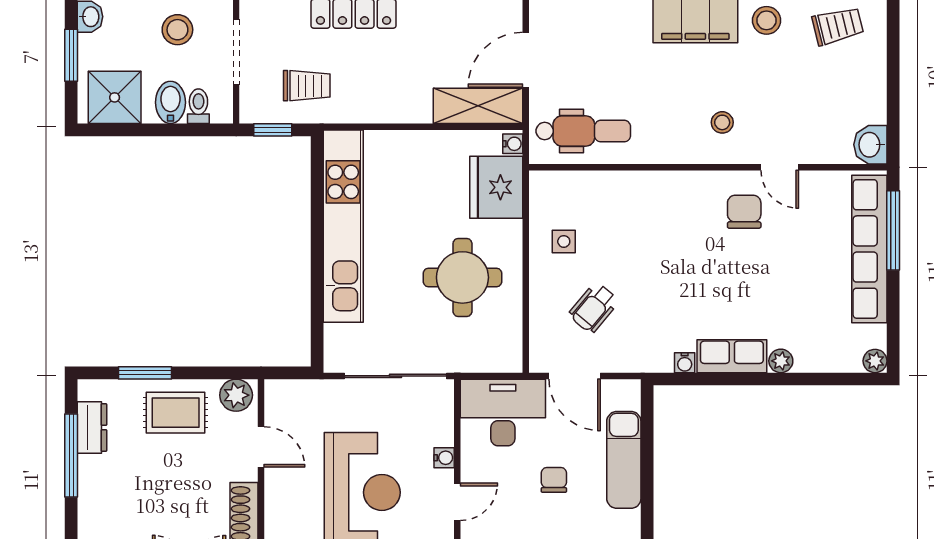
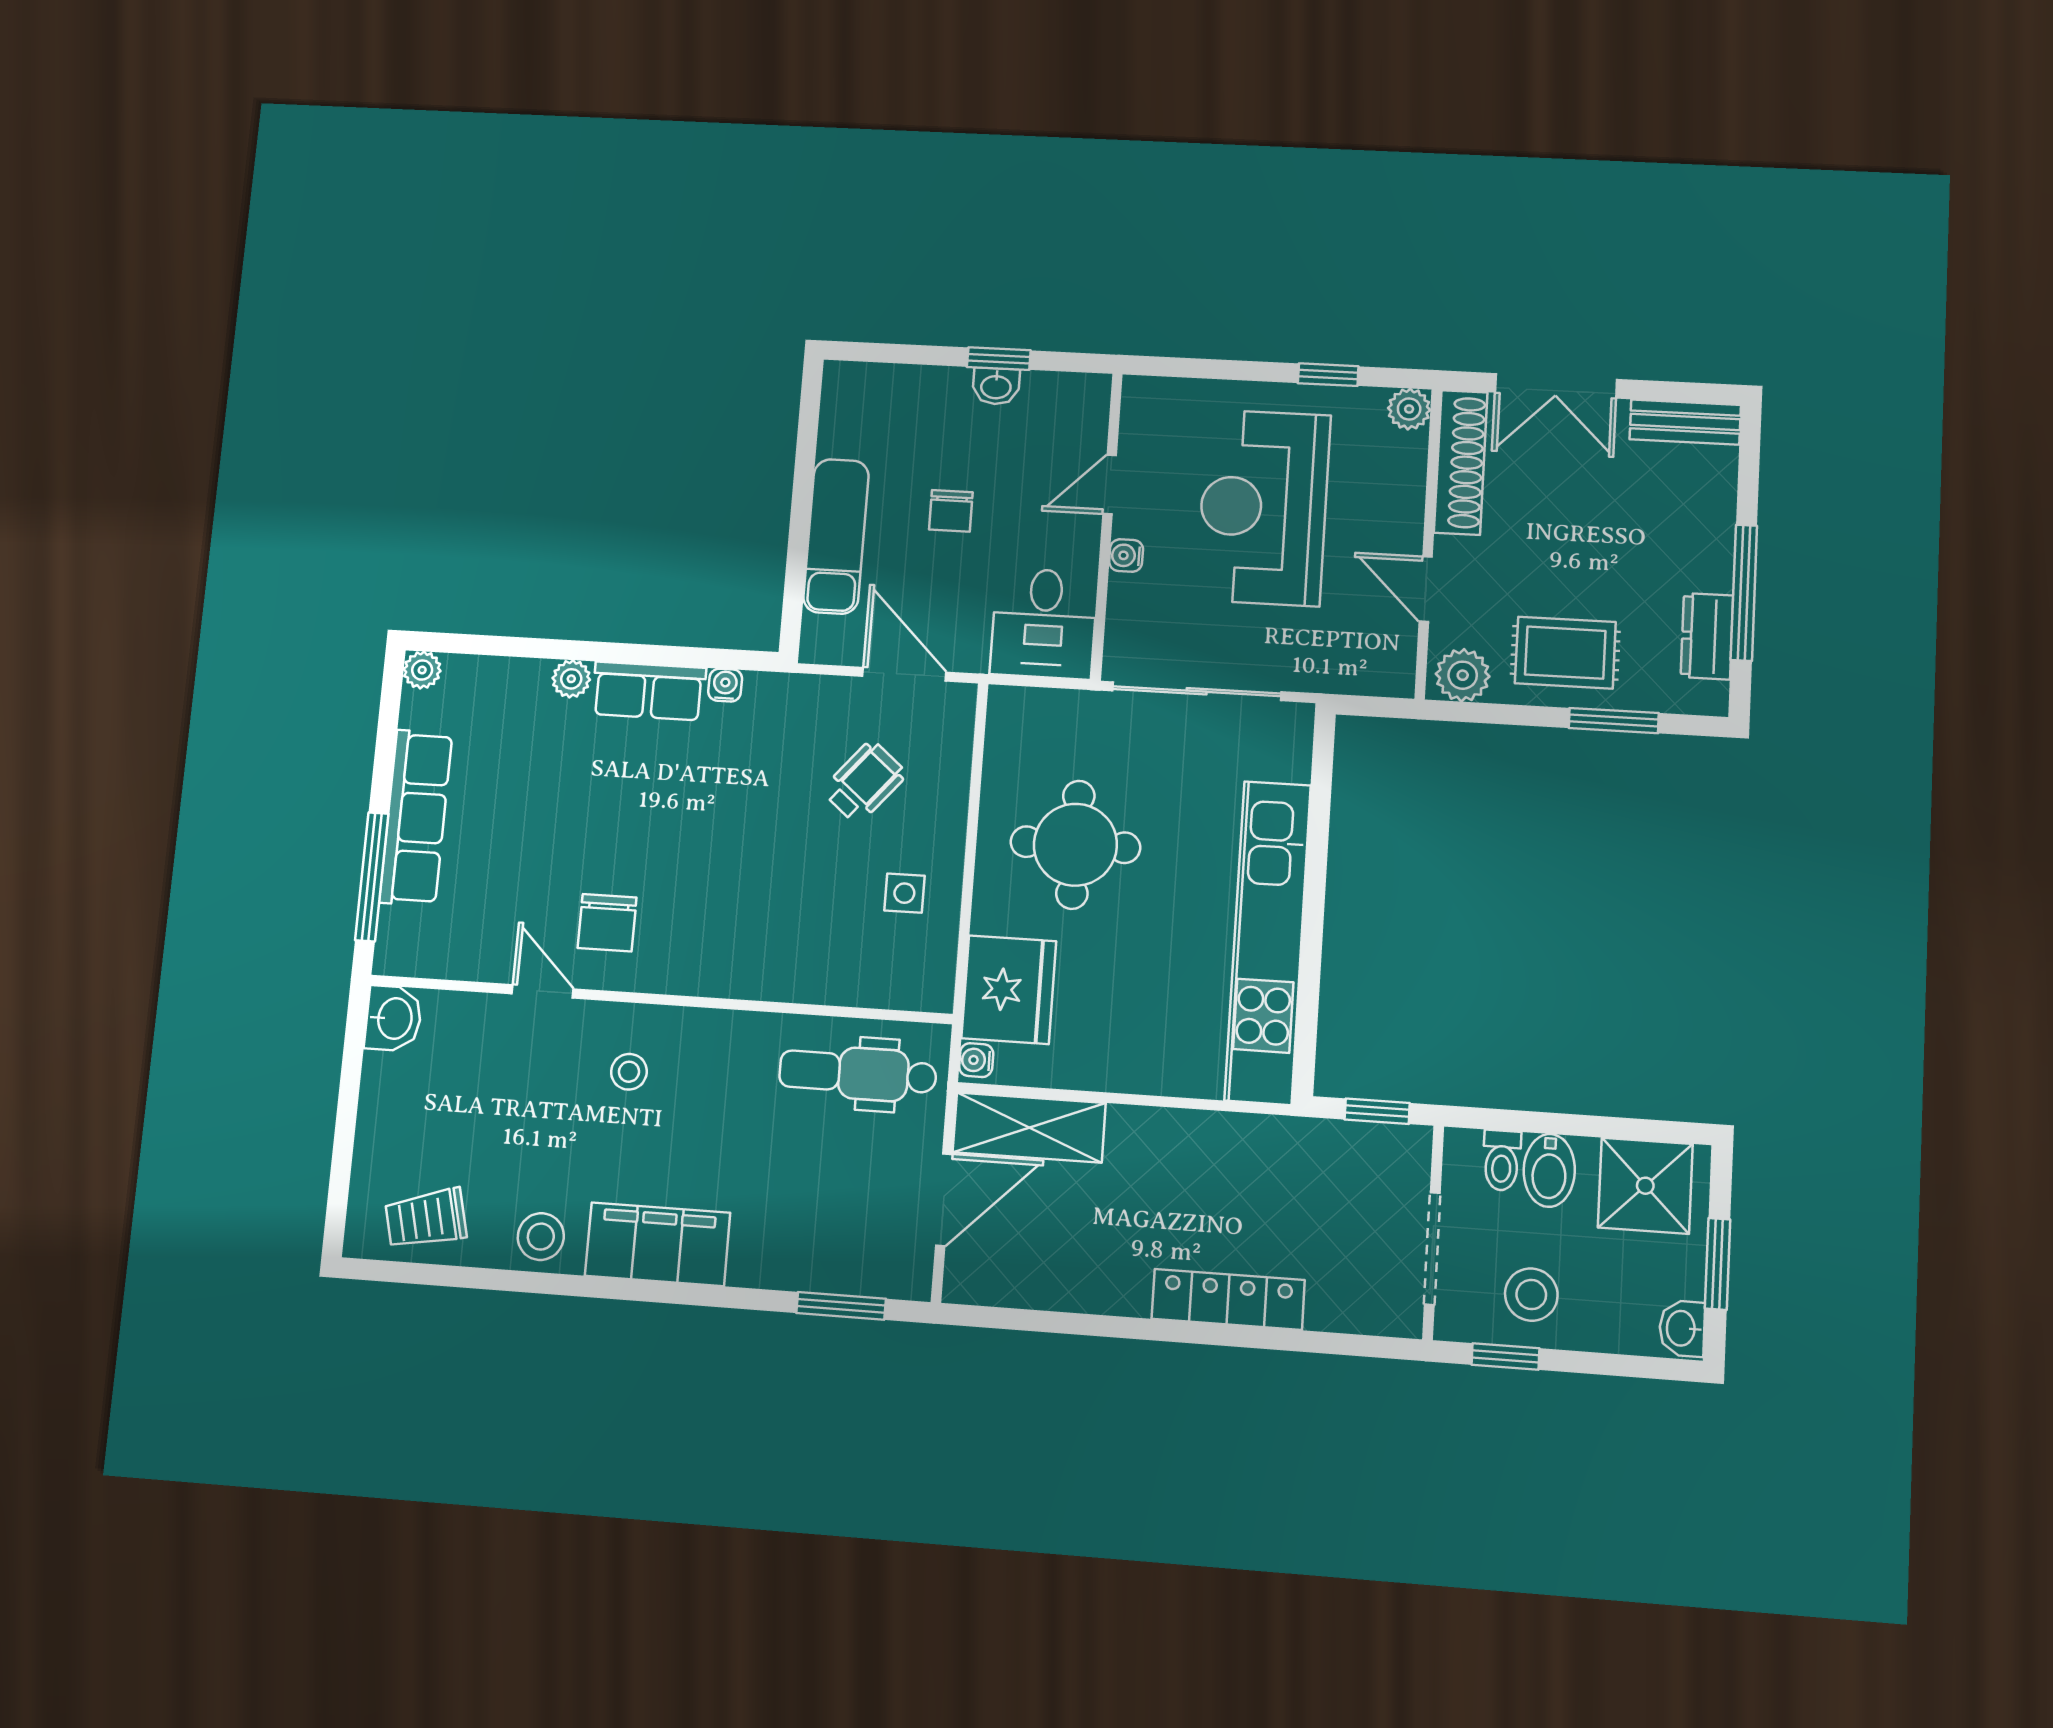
trolley: (307, 86) -> (1315, 1182), removed
row of seats: (869, 249) -> (416, 818), width x0.73
desk: (503, 412) -> (1044, 623), width x0.73

